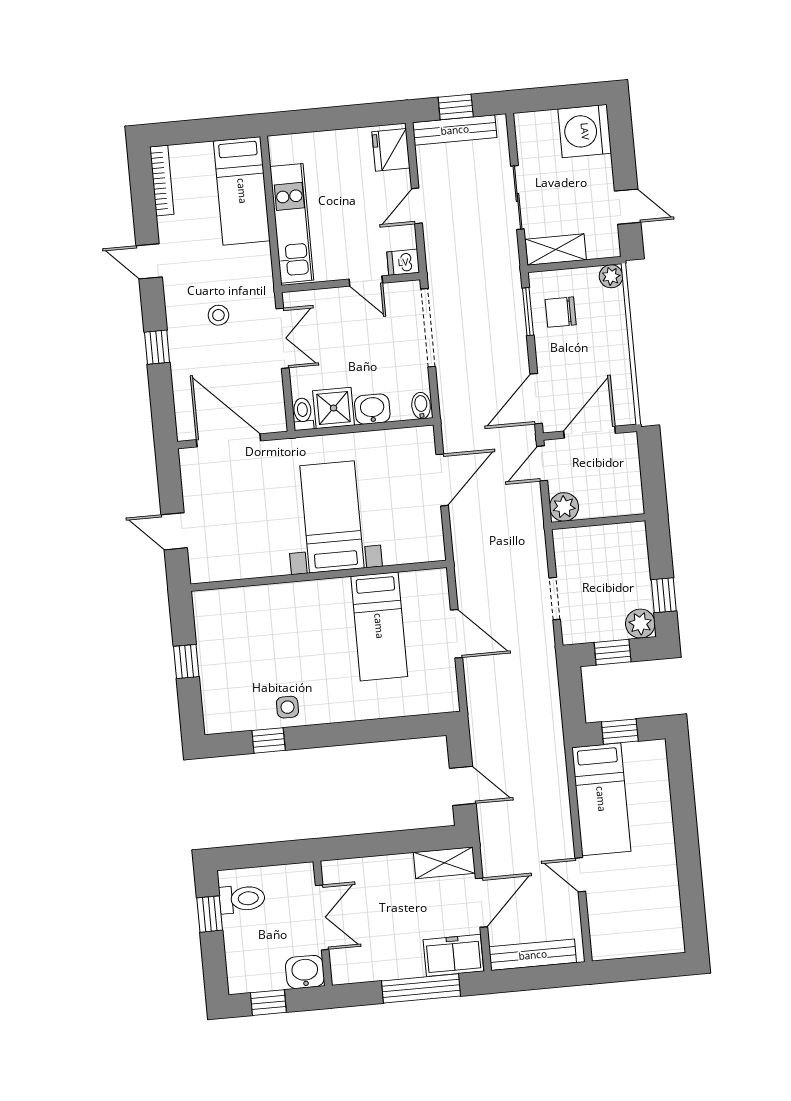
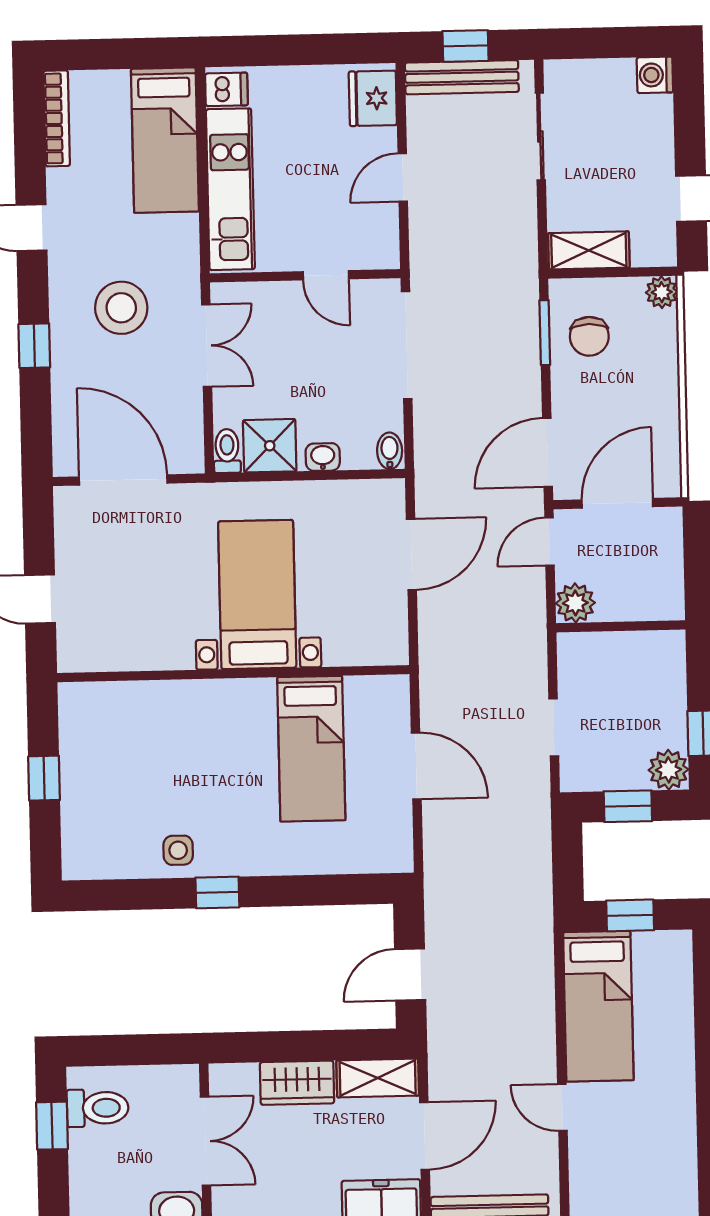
washing machine: (585, 131) -> (655, 75), width x0.53, depth x0.53
sliding door: (517, 197) -> (540, 136), moved
dishwasher: (403, 262) -> (226, 89), moved, turned 180
chair: (561, 312) -> (589, 336), turned -90
stool: (218, 315) -> (121, 308), width x1.89, depth x1.89
washbasin: (372, 409) -> (323, 457), width x0.72, depth x0.69
window: (269, 740) -> (217, 892), moved
door: (463, 786) -> (410, 975), swing flipped
wardrobe: (386, 870) -> (297, 1083), added

